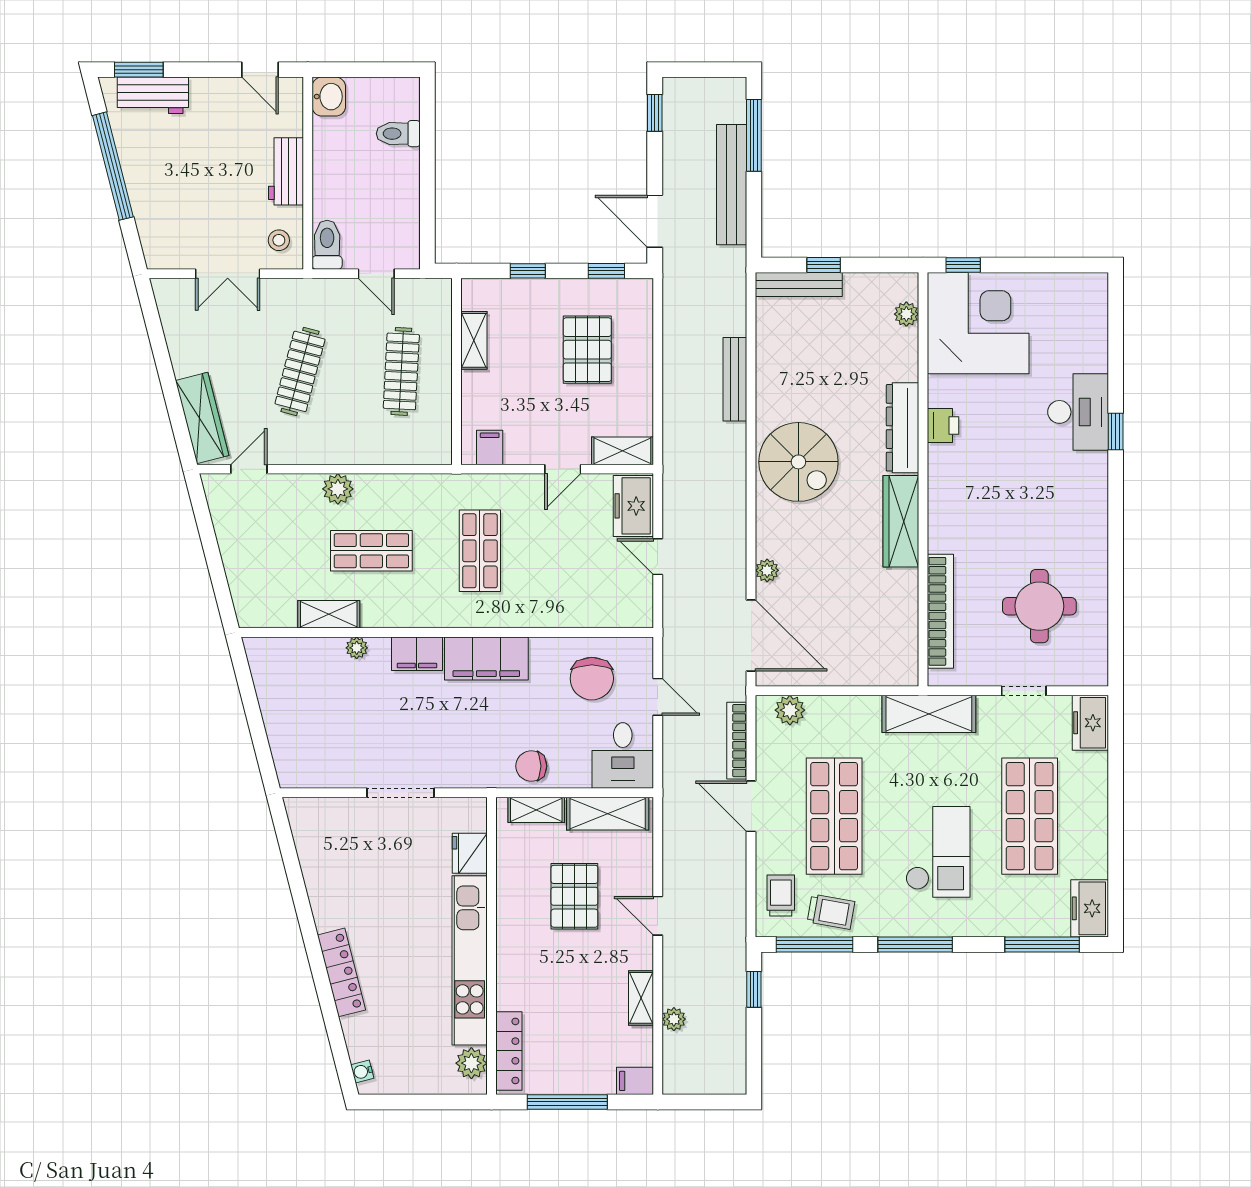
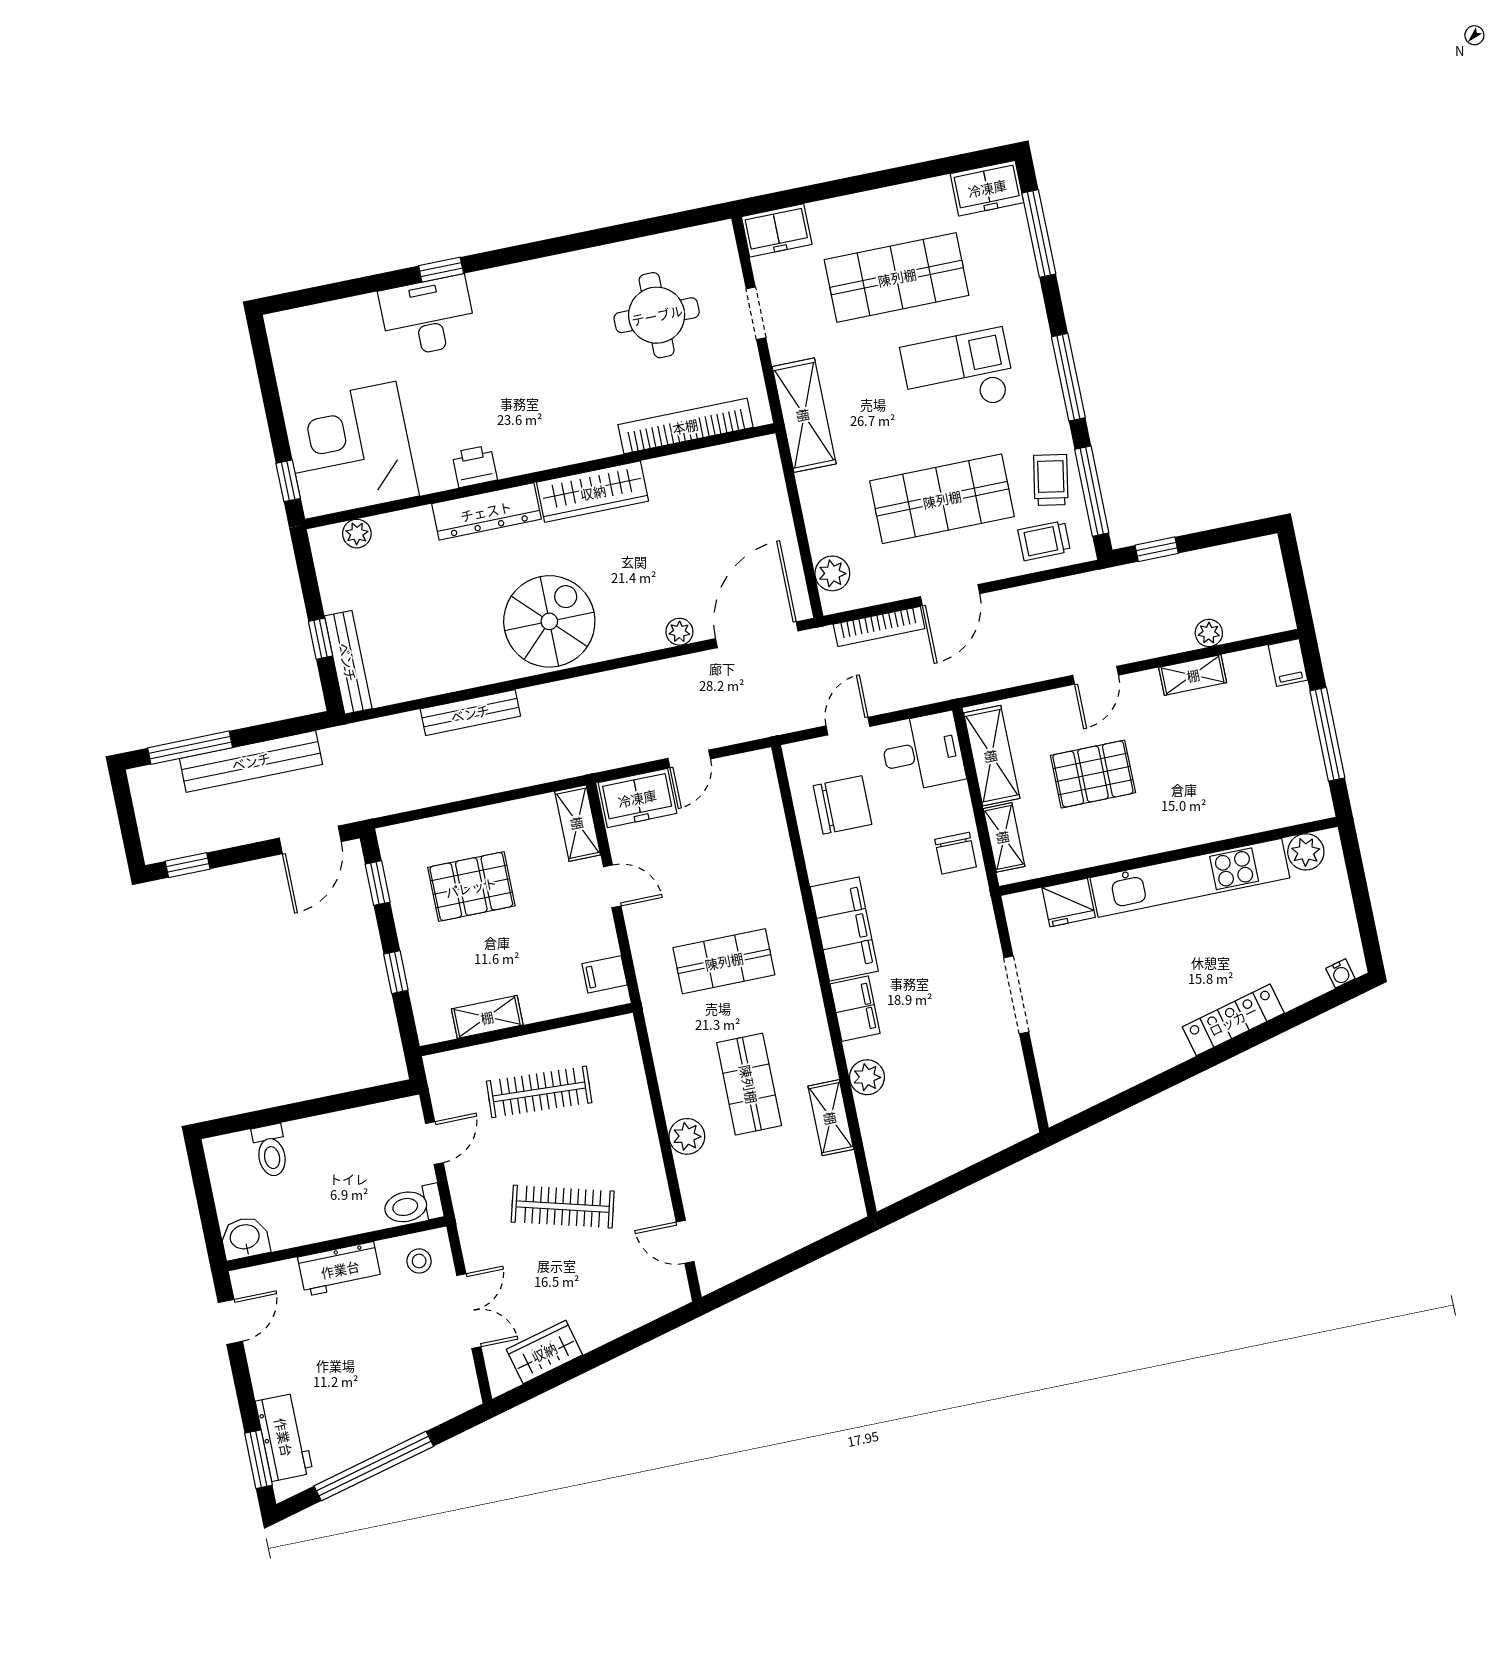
wardrobe: (202, 418) -> (544, 1352), moved, width x0.67
plant: (357, 648) -> (867, 1077), width x1.38, depth x1.38
locker: (509, 1051) -> (1283, 812), removed

